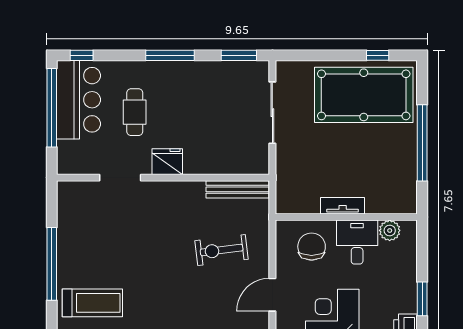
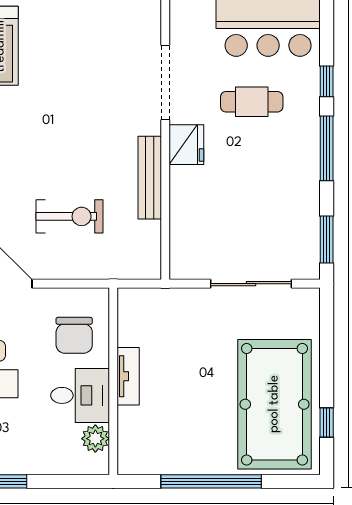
window: (82, 55) -> (327, 81), moved
doorway: (120, 178) -> (165, 82), width x1.36
bench: (237, 189) -> (150, 178), moved
chair: (312, 247) -> (74, 335), turned 90
exercise bike: (222, 250) -> (70, 216), turned 97

